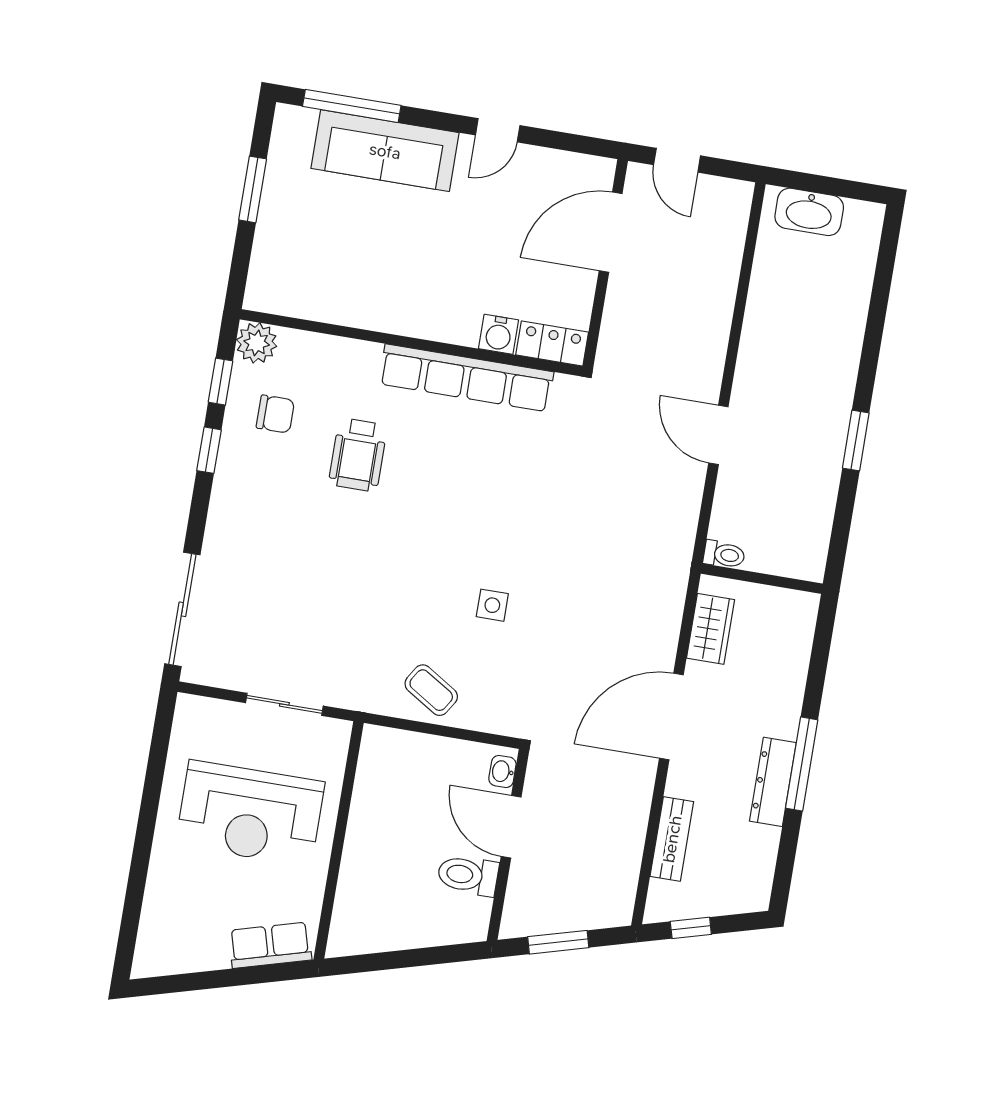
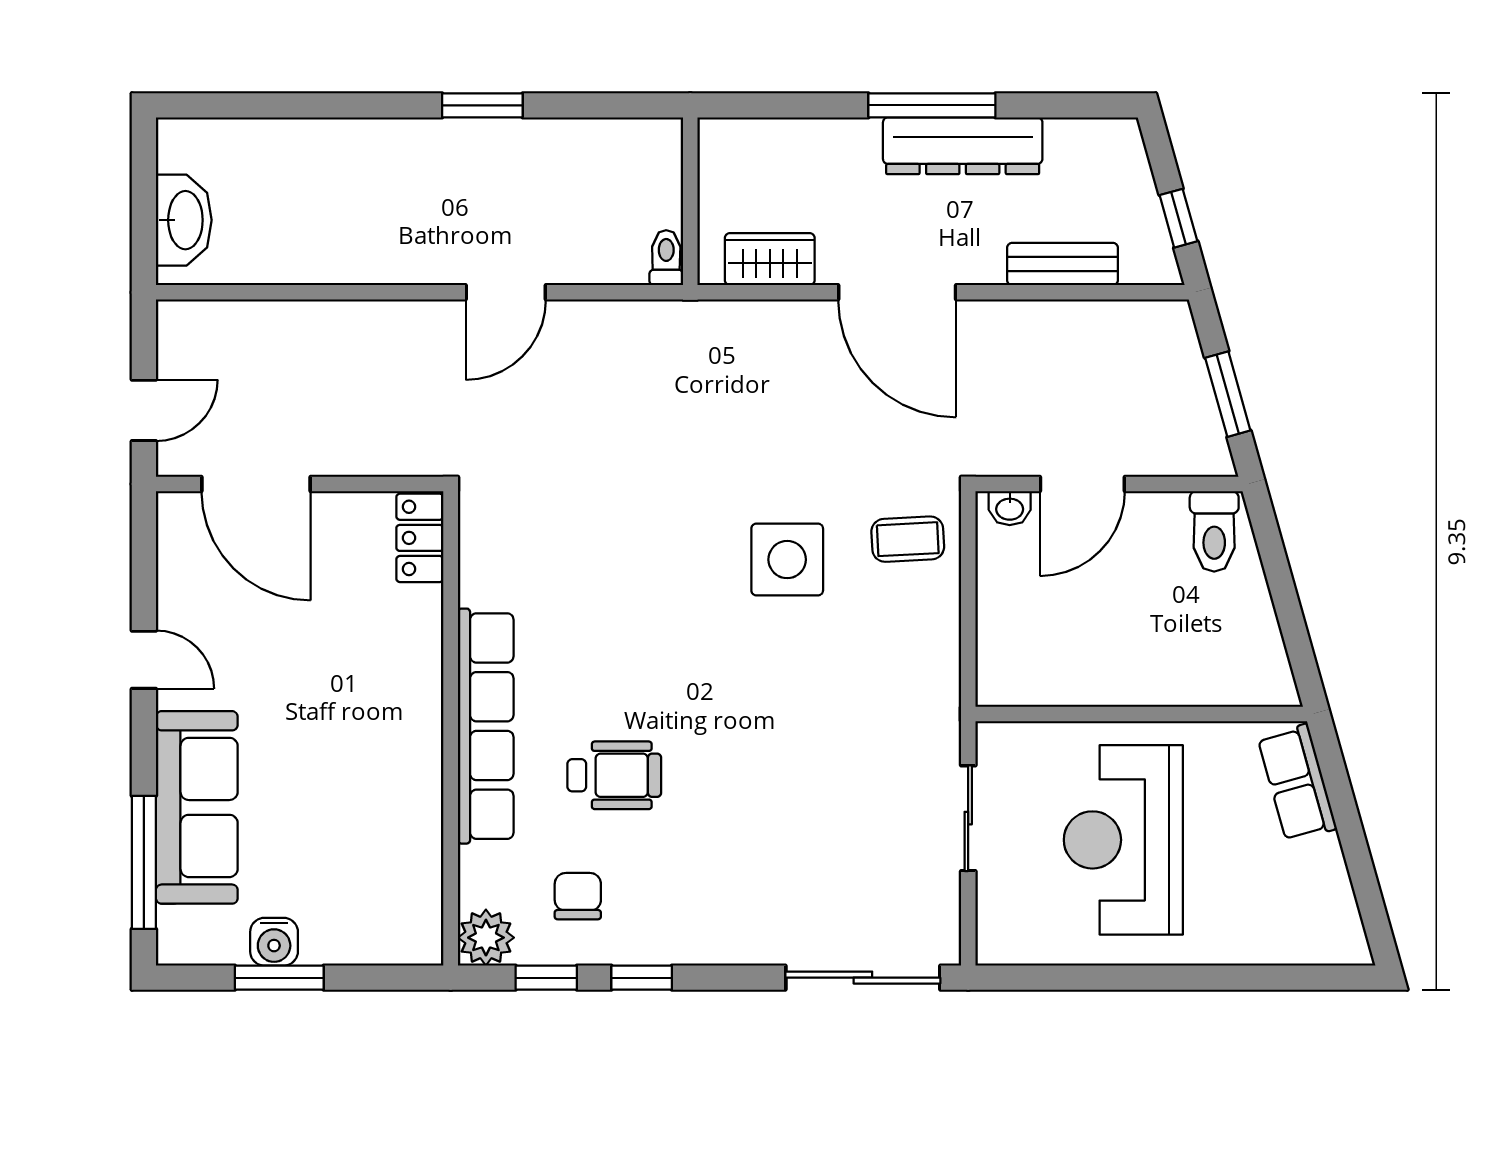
water cooler: (499, 334) -> (274, 942), moved, turned 90
row of seats: (466, 378) -> (486, 726), moved
side table: (492, 605) -> (787, 560), width x1.87, depth x1.87
coffee table: (431, 690) -> (908, 539), moved, turned 55
dresser: (773, 782) -> (963, 146), width x1.37, depth x1.24
reception desk: (250, 813) -> (1123, 840), turned 180
toilet: (468, 875) -> (1214, 531), moved

